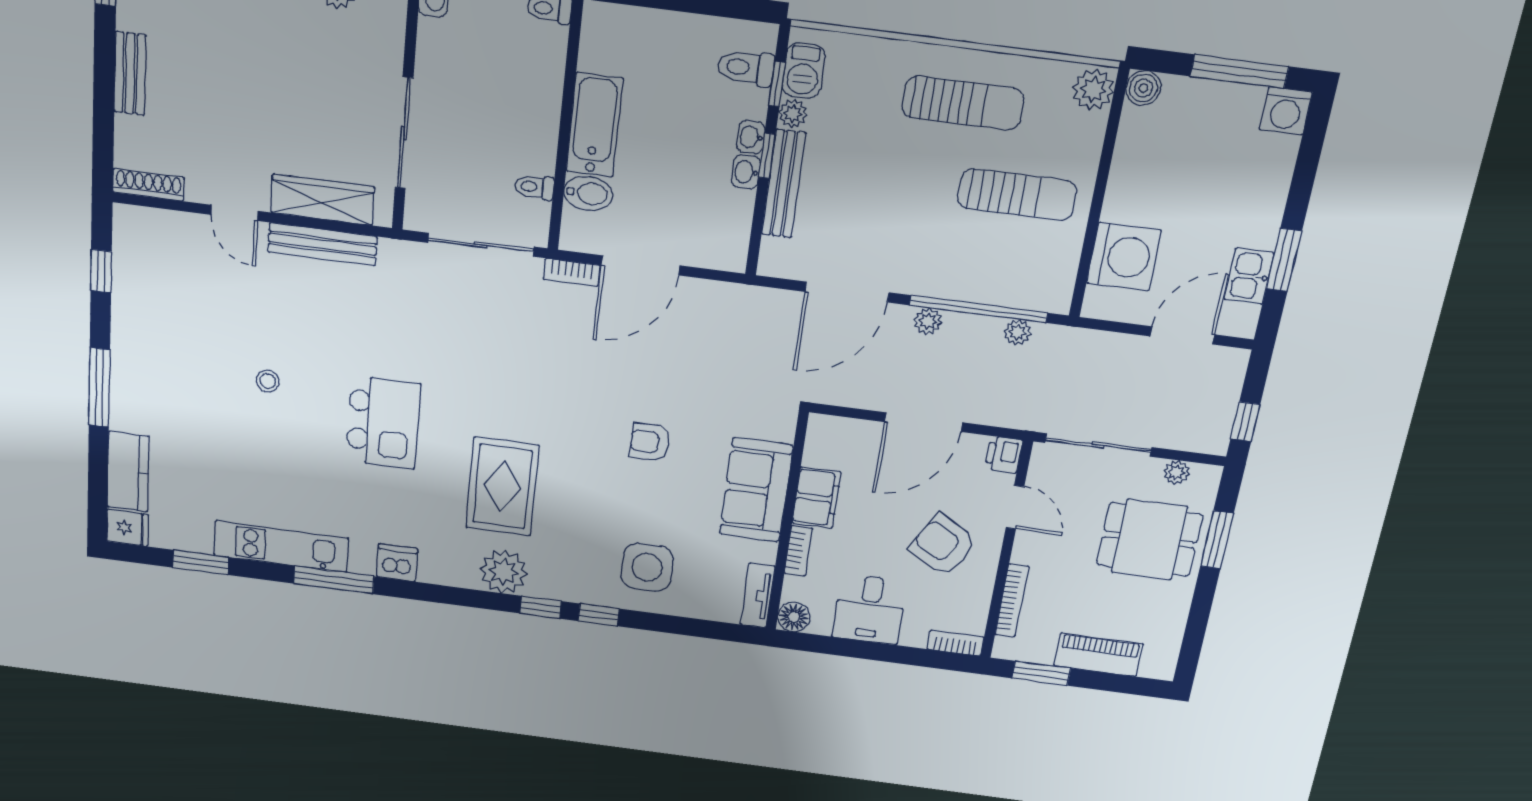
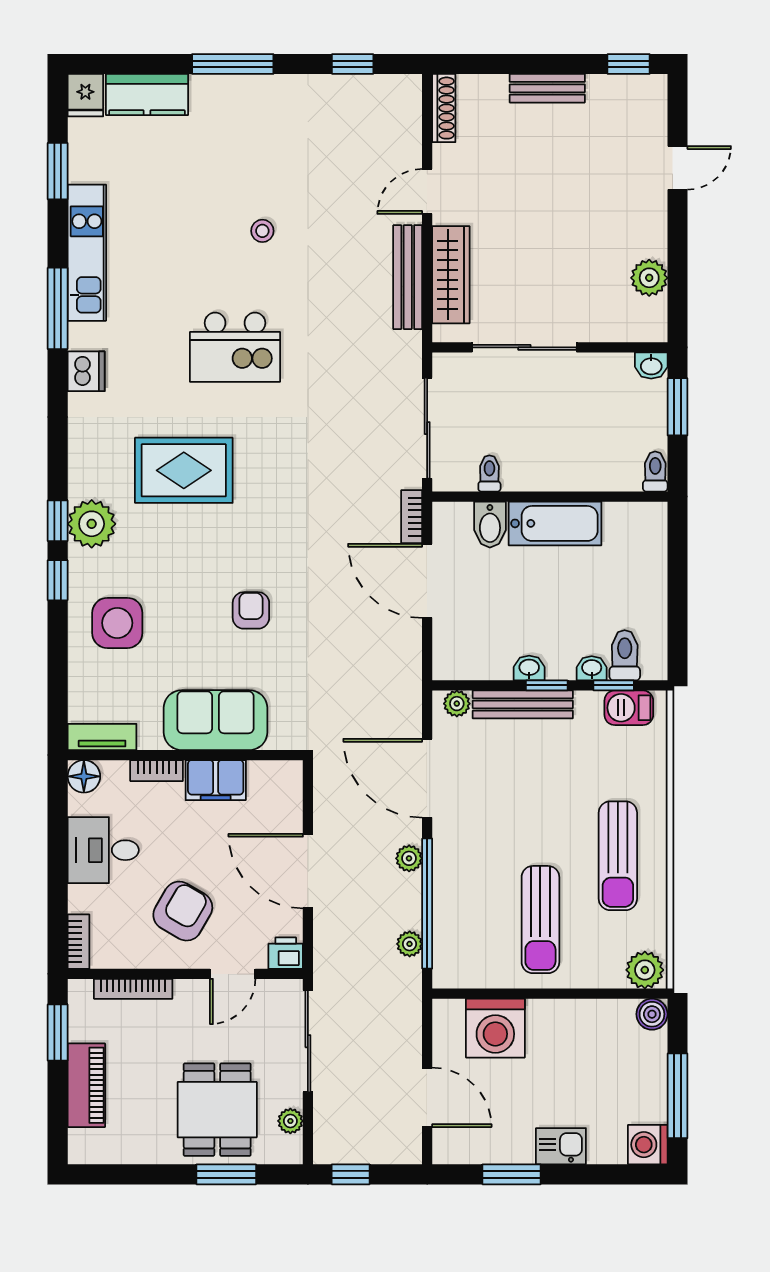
plant: (793, 114) -> (457, 704), moved
washbasin: (751, 137) -> (592, 668), moved
kitchen sink: (1249, 276) -> (561, 1146), moved
plant: (504, 572) -> (92, 524), moved

